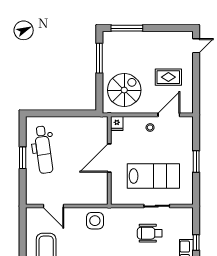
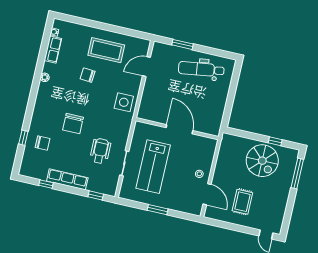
window: (99, 58) -> (275, 141), width x0.46
spiral stairs: (124, 90) -> (262, 161), moved
fridge: (117, 123) -> (210, 144), removed
window: (23, 158) -> (182, 44), moved
window: (196, 242) -> (96, 195), moved

